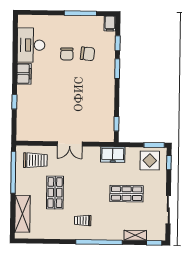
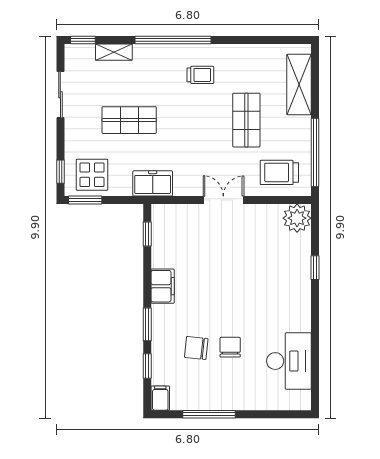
filing cabinet: (24, 74) -> (163, 286), moved, turned 180
plant: (25, 132) -> (297, 218), added

